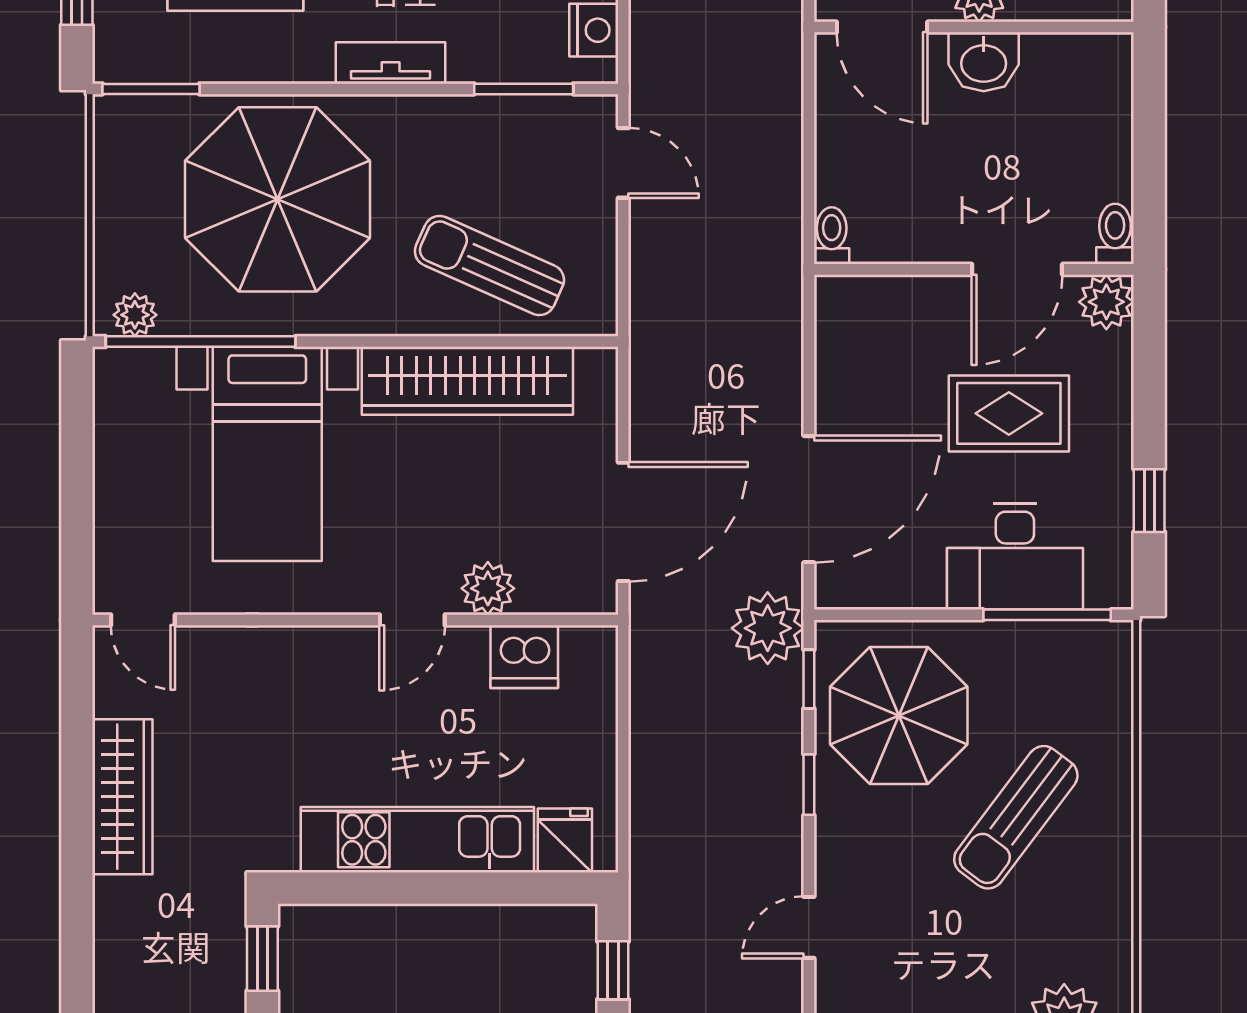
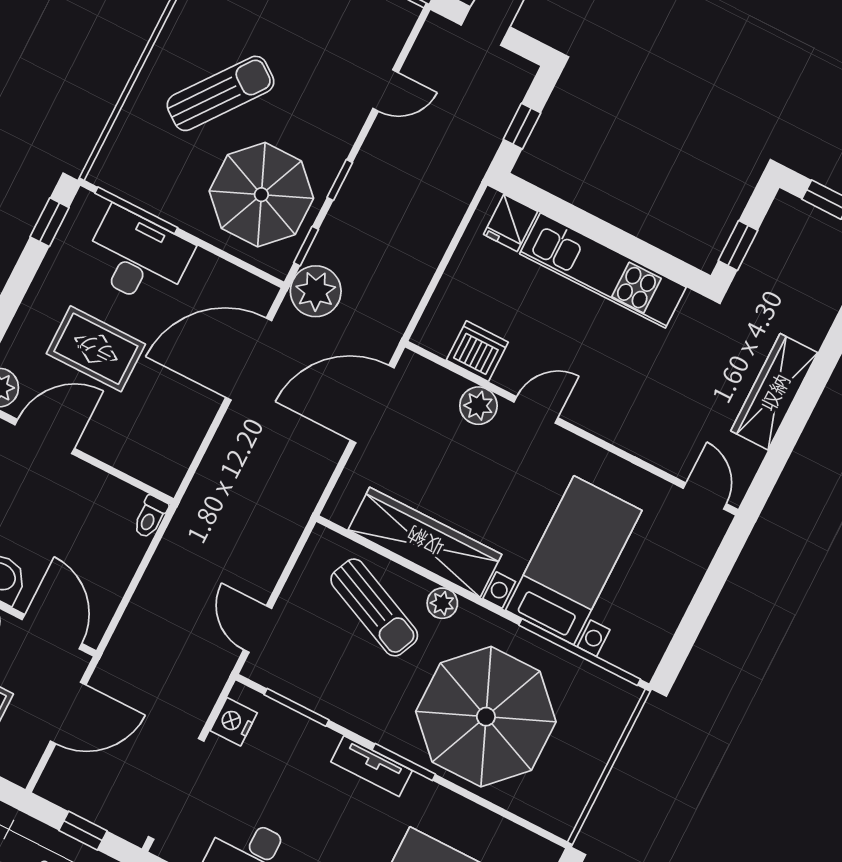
window: (151, 89) -> (404, 762), moved
plant: (135, 315) -> (442, 603), moved
window: (1149, 501) -> (50, 222), moved

